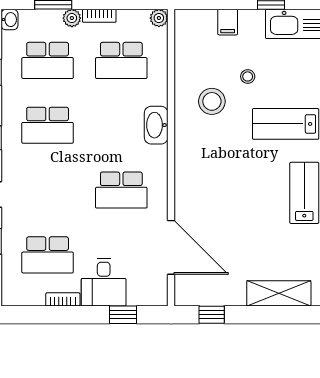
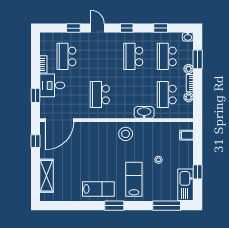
plant: (159, 18) -> (189, 97), moved
filing cabinet: (228, 22) -> (187, 135), moved
stool: (212, 101) -> (126, 134), moved
washbasin: (156, 125) -> (144, 112), moved
door: (171, 247) -> (60, 120), moved

